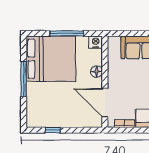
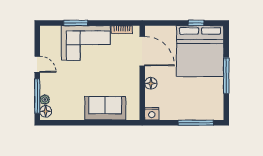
window: (67, 33) -> (196, 123), moved
bed: (51, 59) -> (200, 51), moved, turned -90

